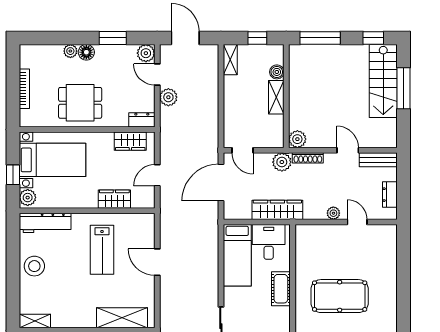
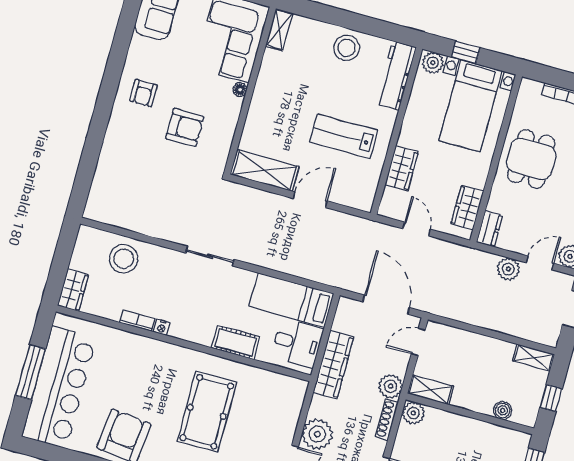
shelving: (276, 97) -> (430, 390), moved
plant: (333, 213) -> (317, 434), width x1.87, depth x1.87
shelving: (122, 318) -> (265, 171), moved, turned 90

